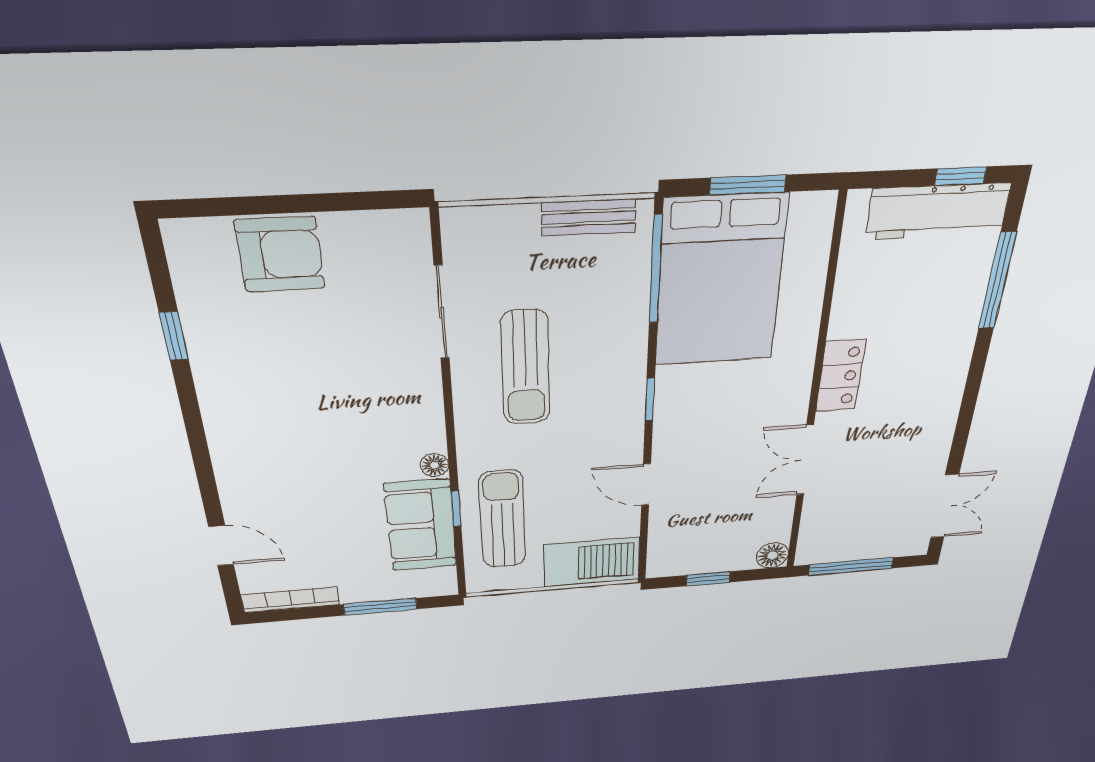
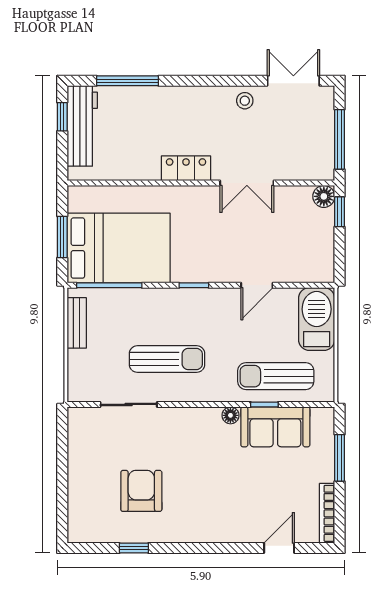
armchair: (280, 255) -> (141, 491), moved
stool: (929, 448) -> (245, 101), added
window: (708, 579) -> (340, 212), moved

